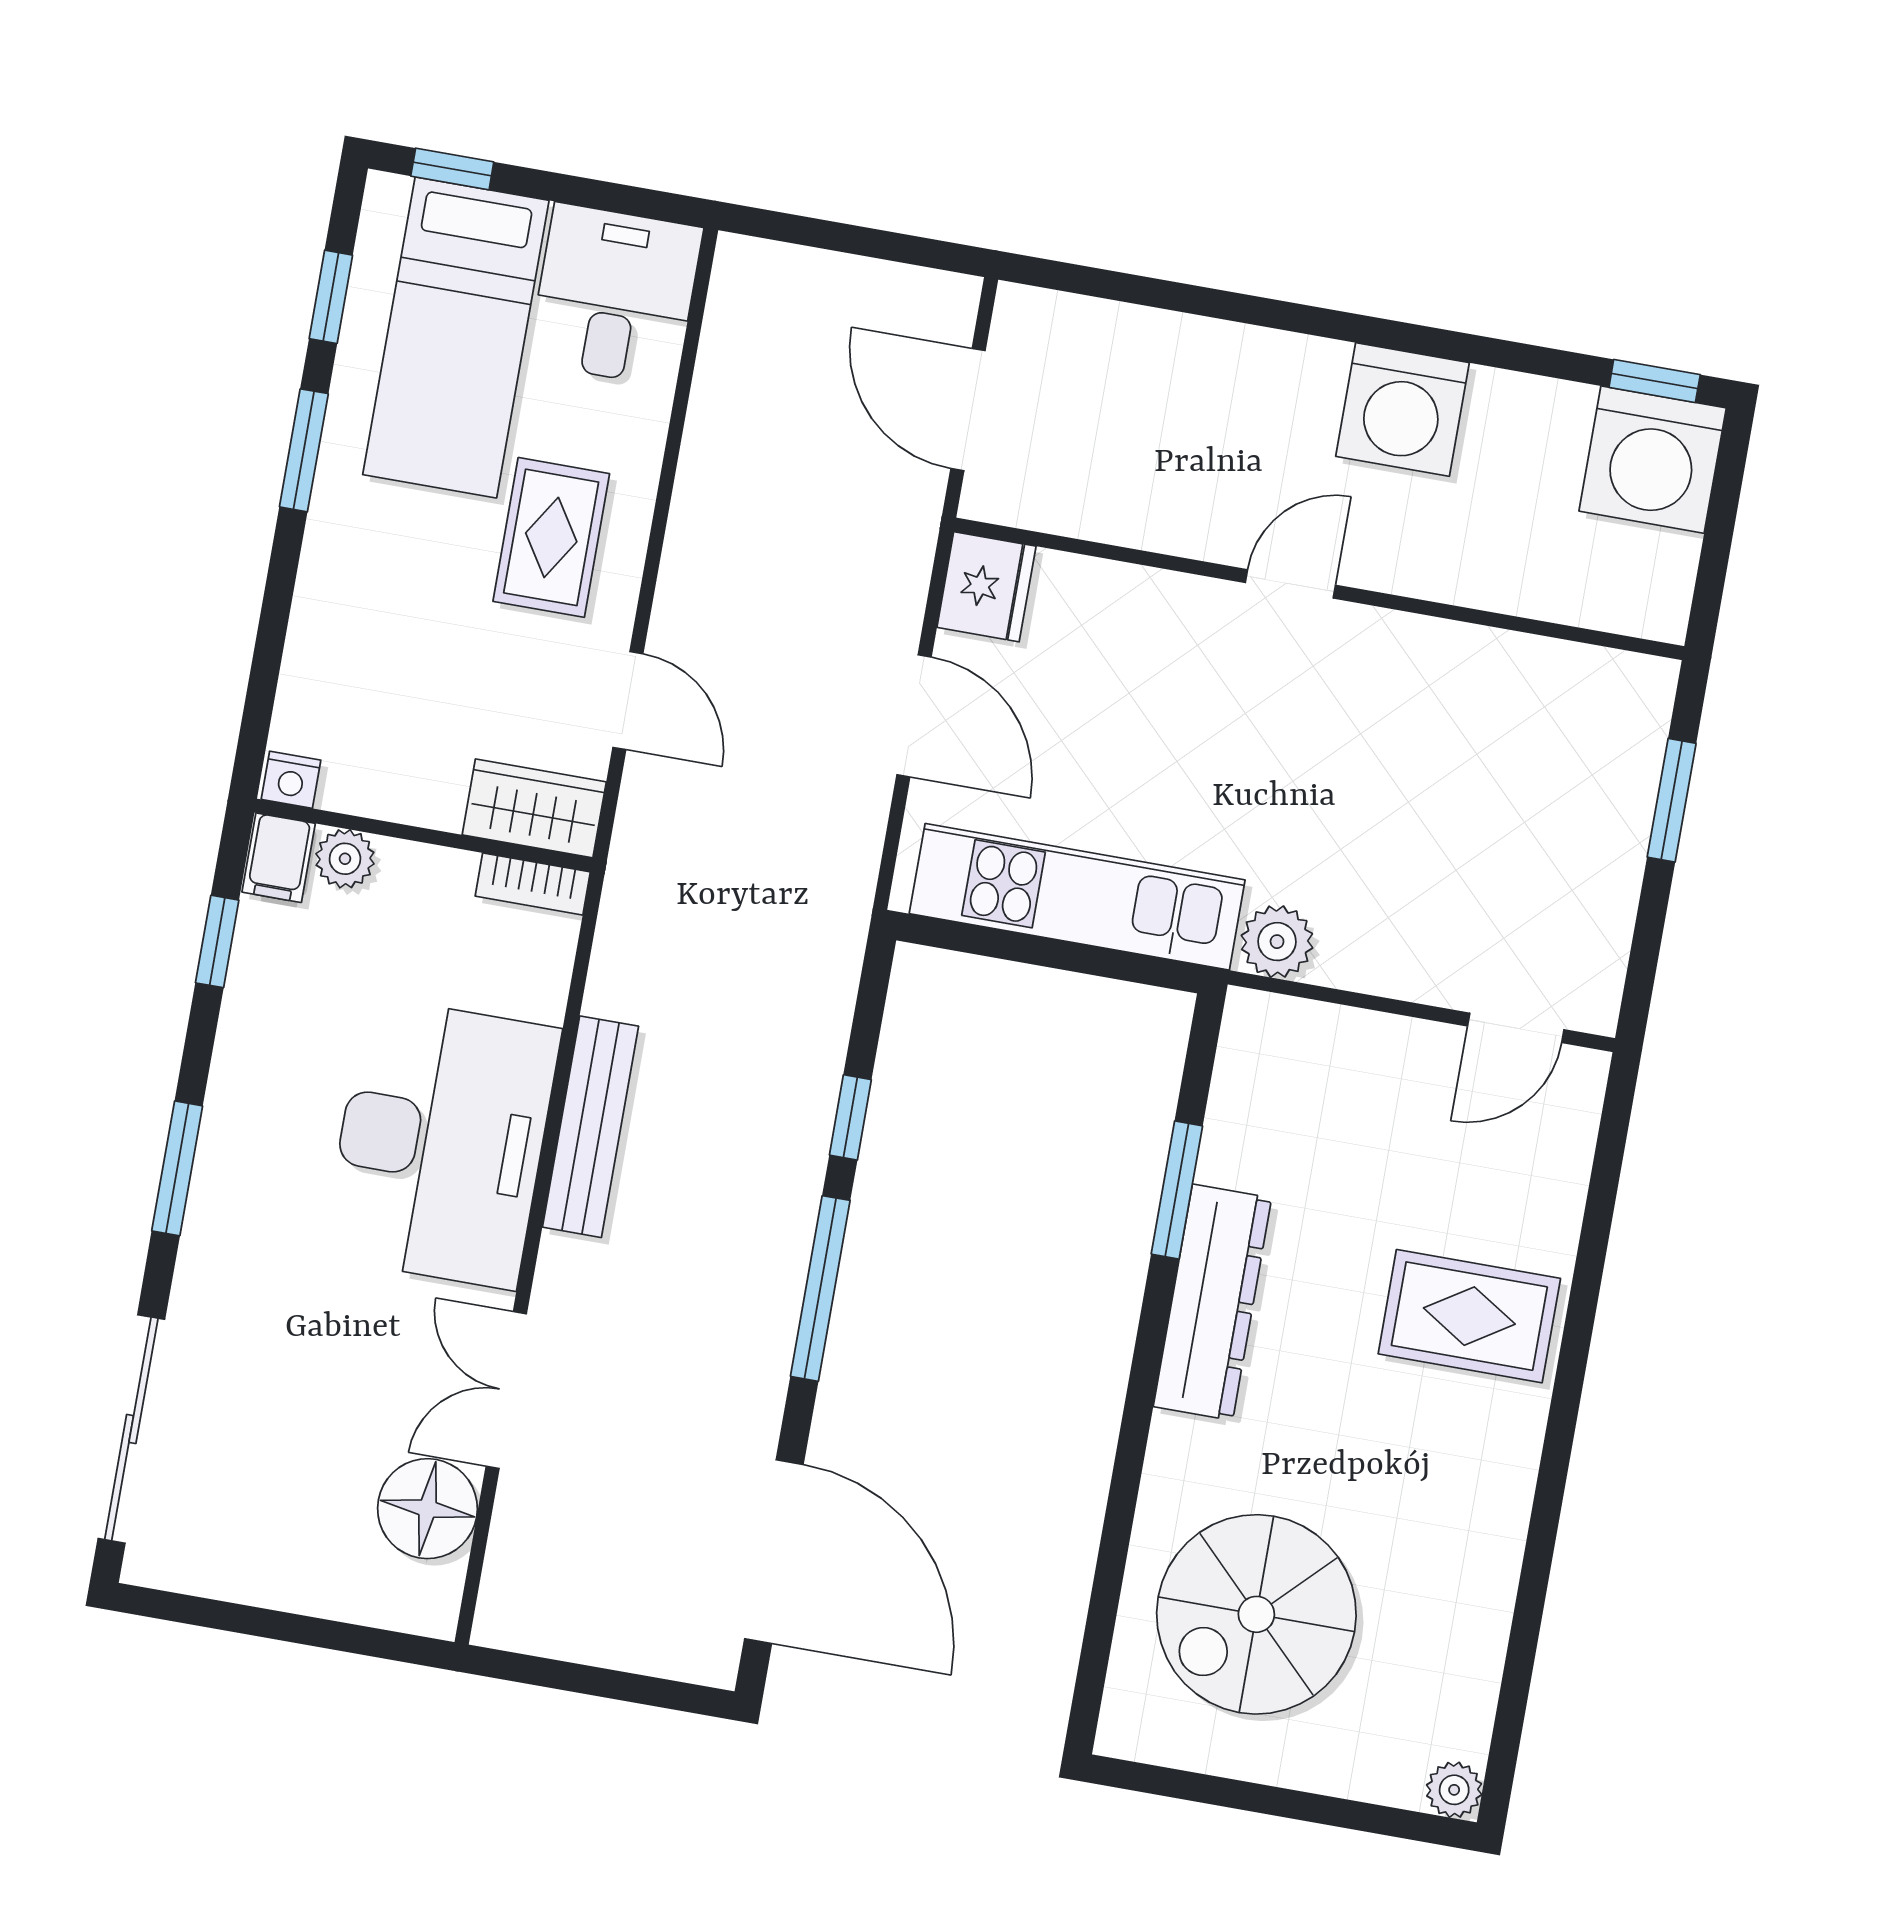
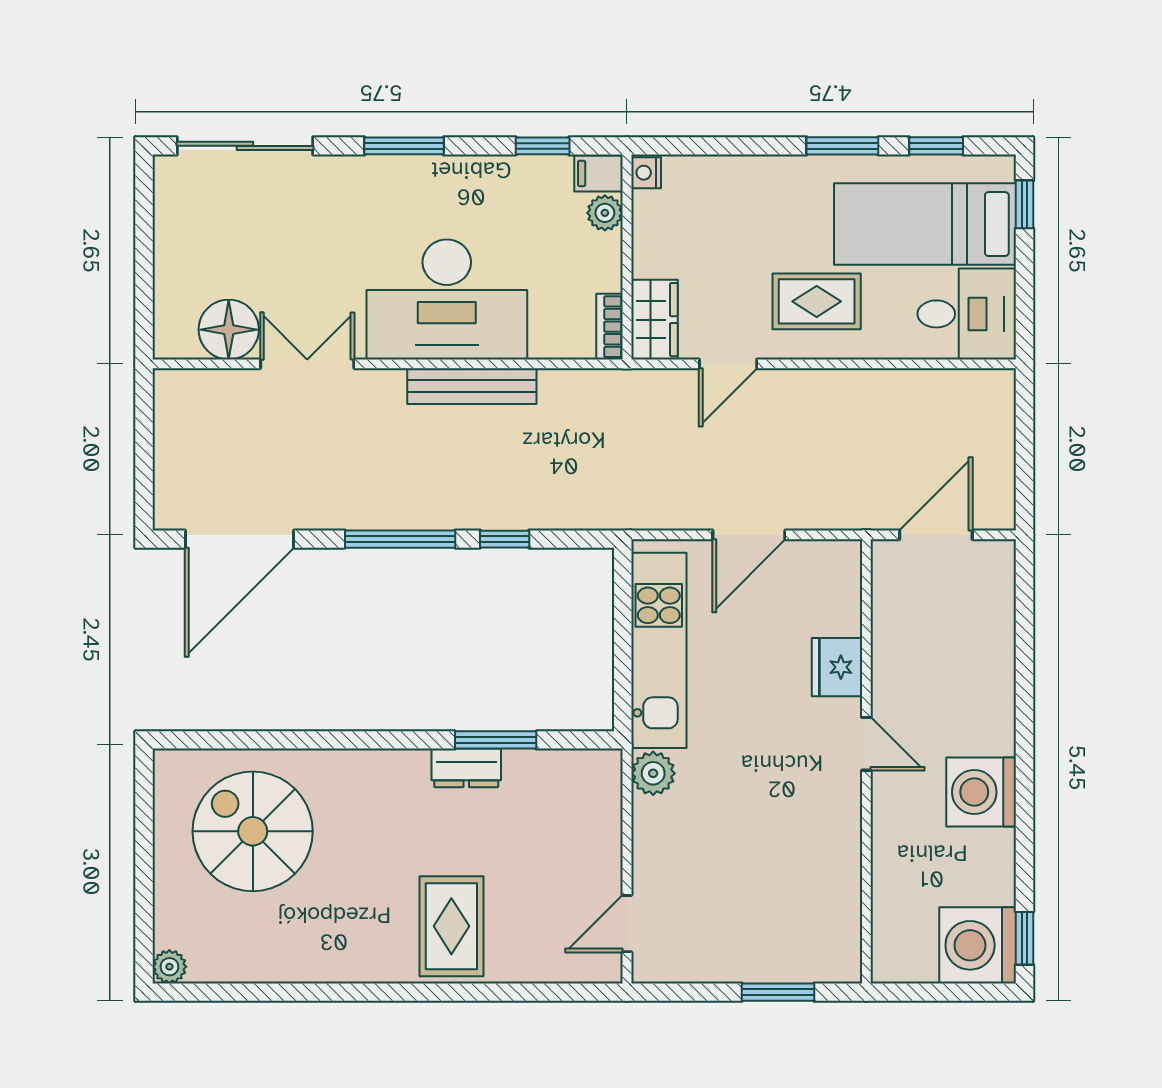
fridge: (986, 587) -> (837, 667), moved, turned 90
door: (1516, 1028) -> (627, 924), hinge flipped
dresser: (1213, 1302) -> (466, 768), width x0.51, depth x0.80

